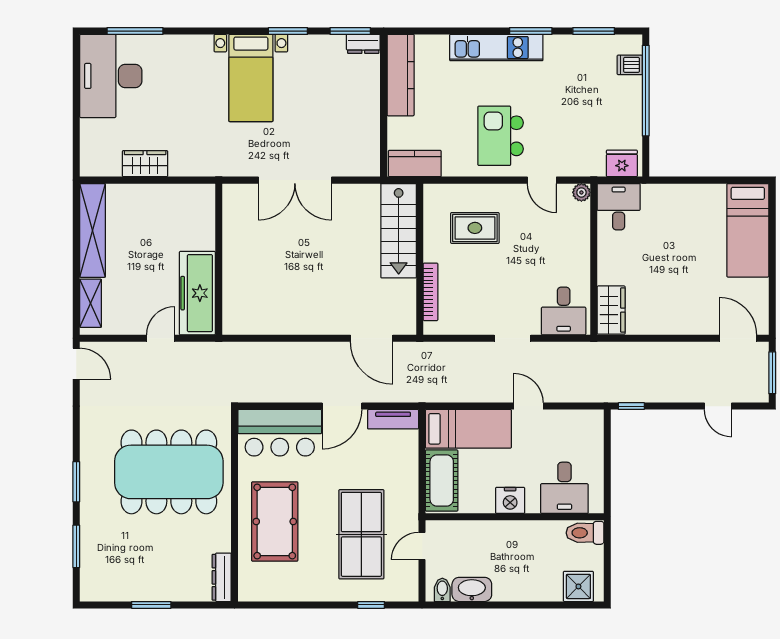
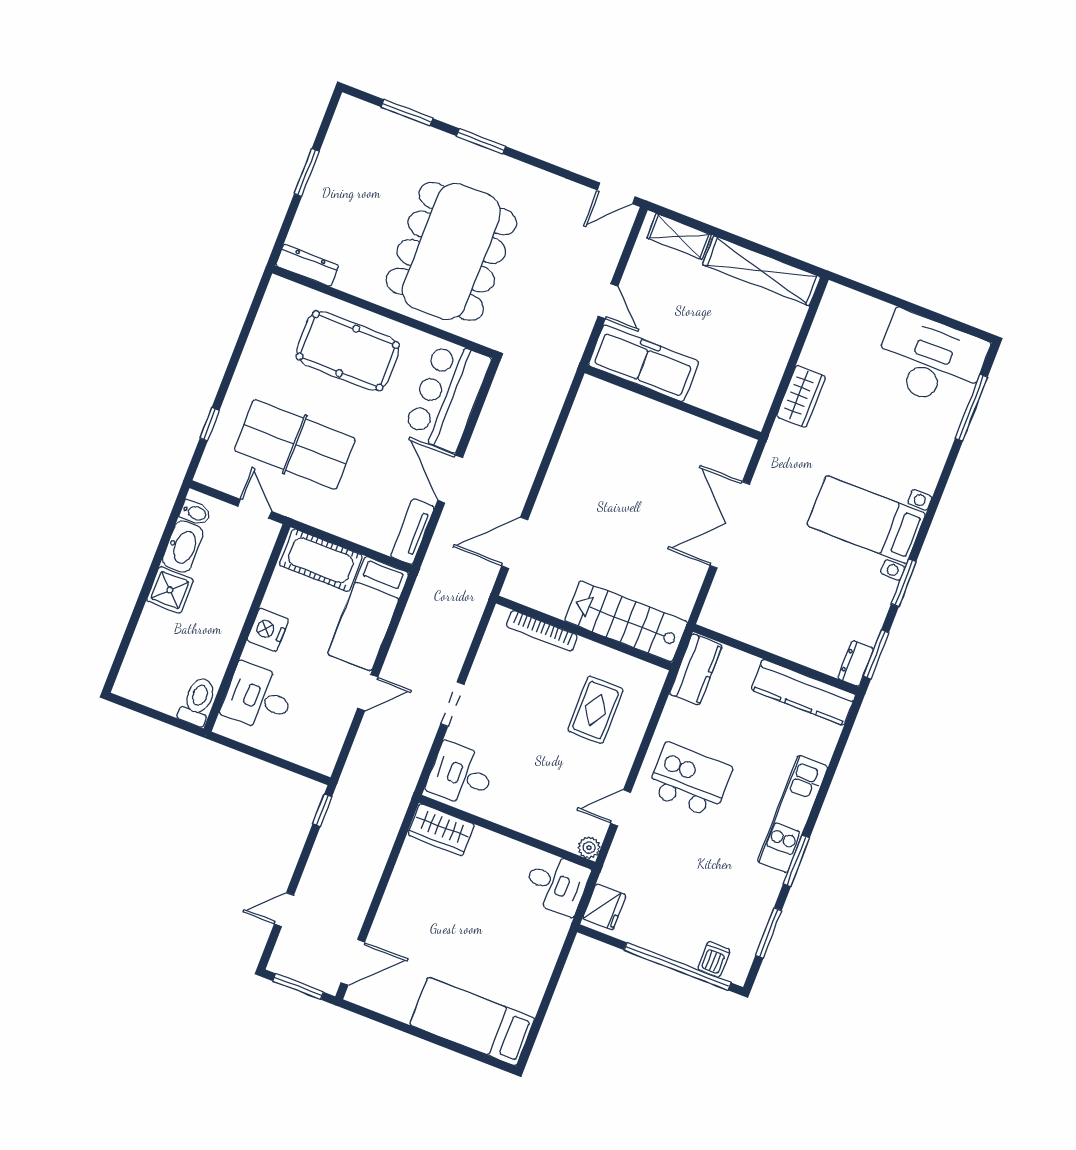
wardrobe: (145, 164) -> (801, 396), moved
shower: (578, 586) -> (170, 590), moved

